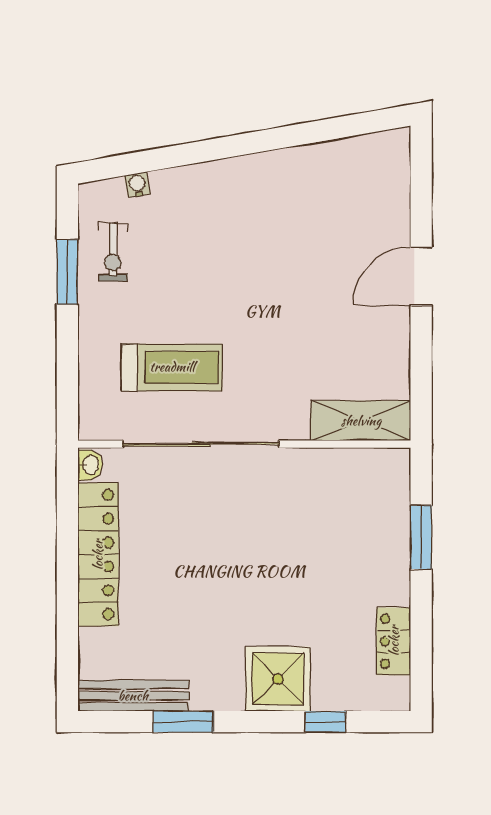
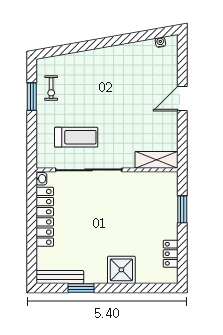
water cooler: (137, 185) -> (160, 42), moved
window: (326, 722) -> (142, 288), removed

